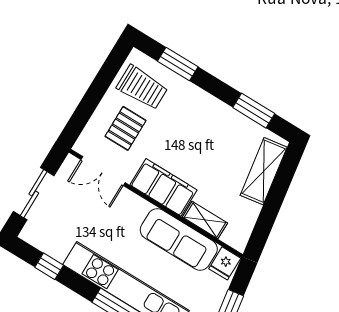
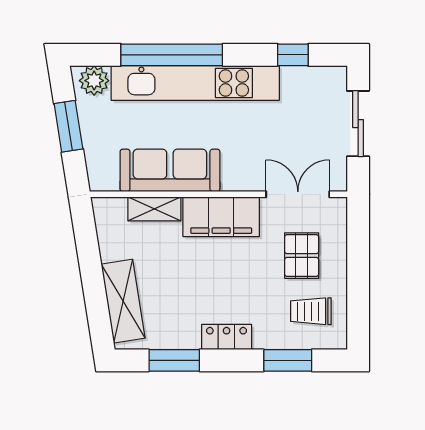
trolley: (142, 87) -> (311, 311), width x0.73, depth x0.72
locker: (209, 105) -> (227, 337), added
fridge: (225, 263) -> (104, 175), removed

